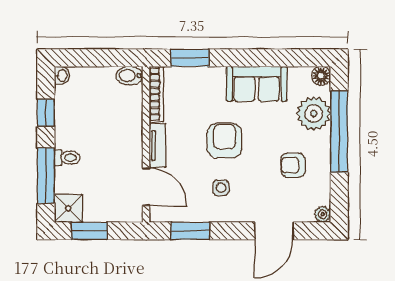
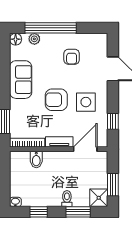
bidet: (129, 76) -> (36, 159), moved
plant: (314, 114) -> (34, 39), width x0.53, depth x0.53
window: (46, 176) -> (78, 212), width x0.69
side table: (221, 188) -> (86, 102), width x1.87, depth x1.87
plant: (322, 214) -> (102, 38), removed
window: (190, 231) -> (113, 121), width x0.67

